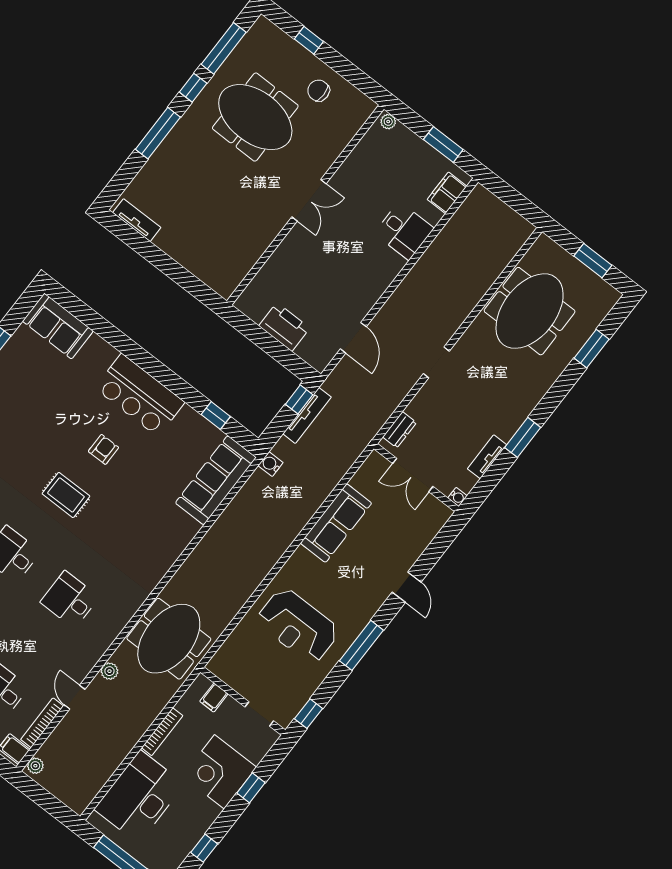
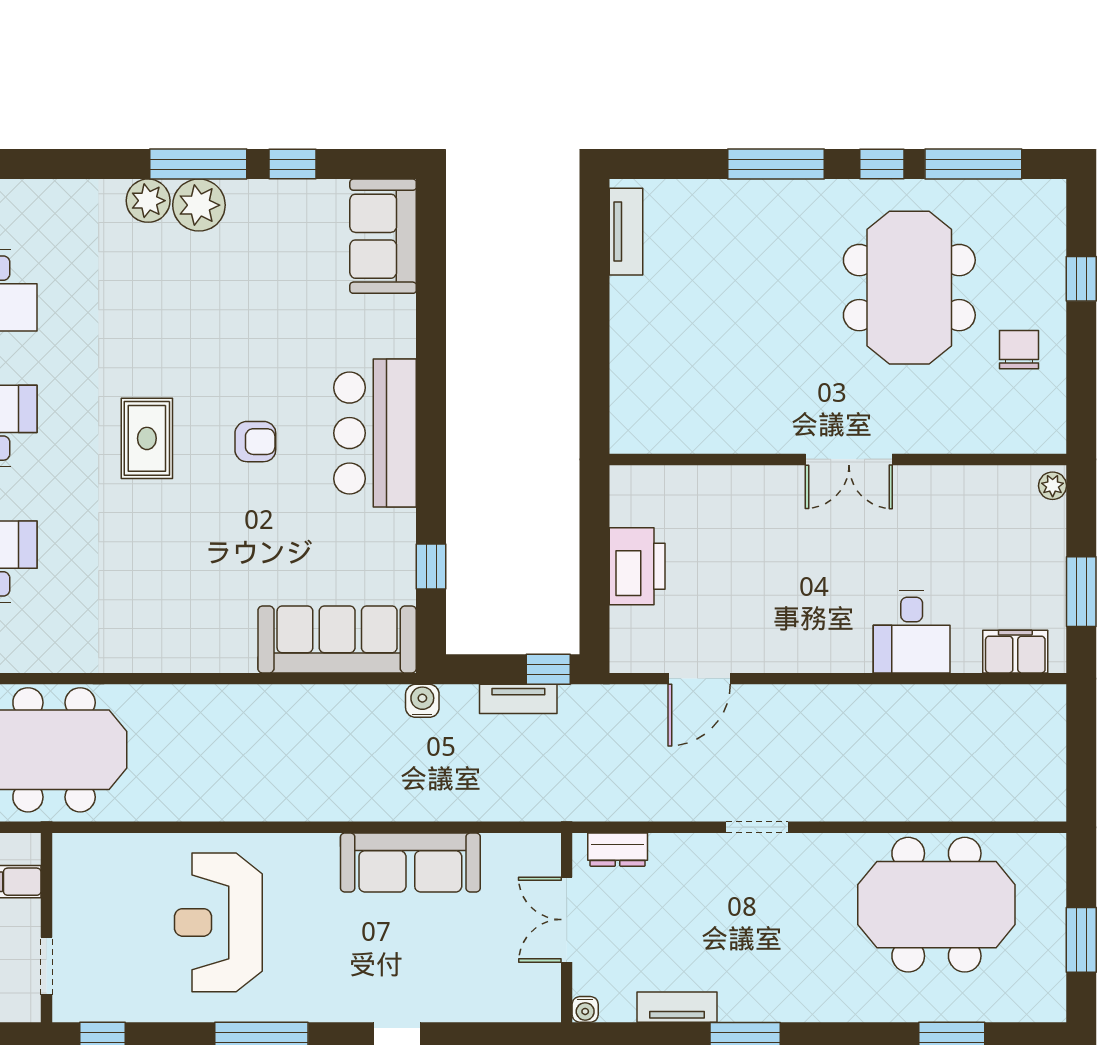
tv unit: (307, 415) -> (518, 699), width x0.71

